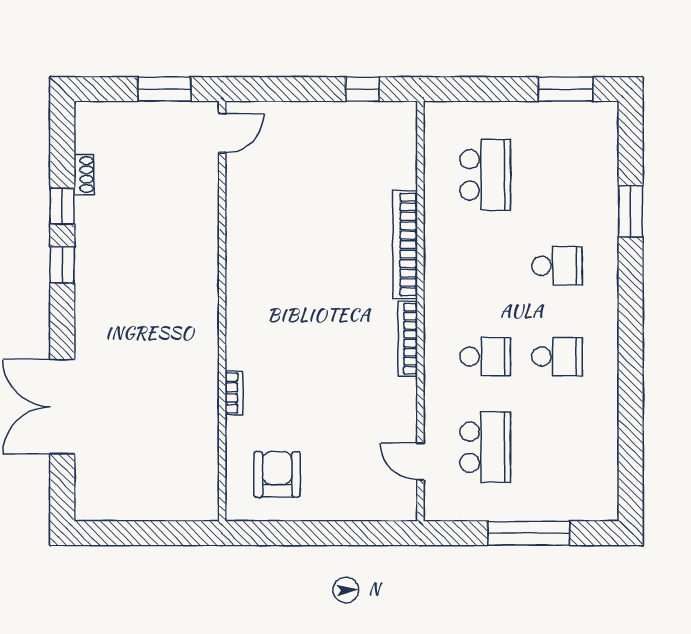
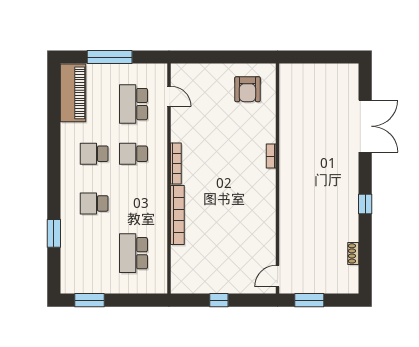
window: (362, 89) -> (219, 300), moved
window: (62, 206) -> (365, 236), removed
bookcase: (234, 393) -> (271, 156), moved
piano: (596, 468) -> (73, 93), added

